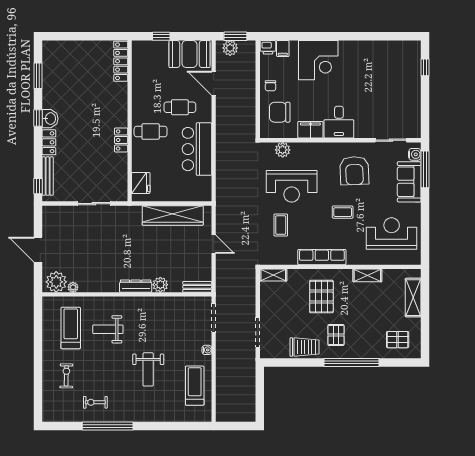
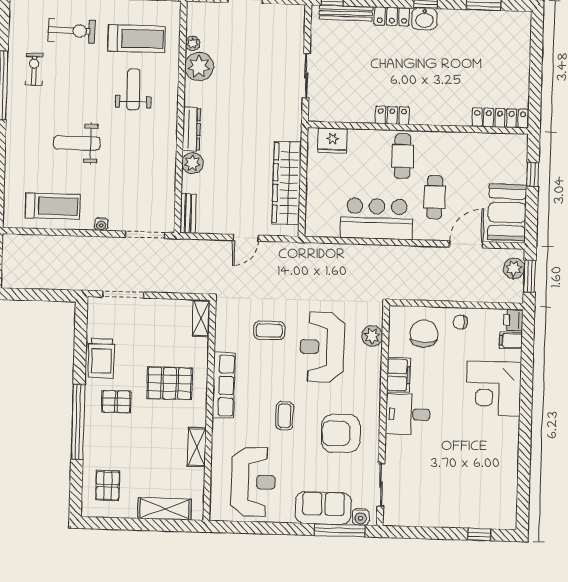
plant: (56, 282) -> (199, 67), moved
exercise bike: (66, 376) -> (71, 31), width x1.38, depth x1.39

